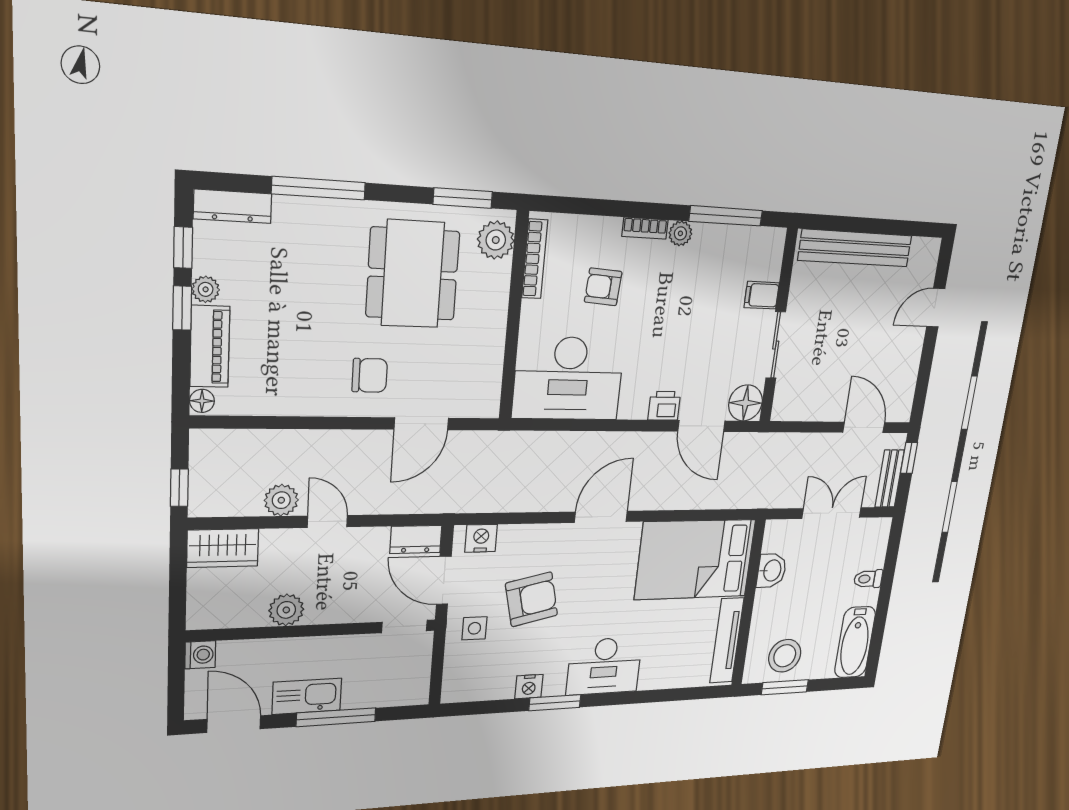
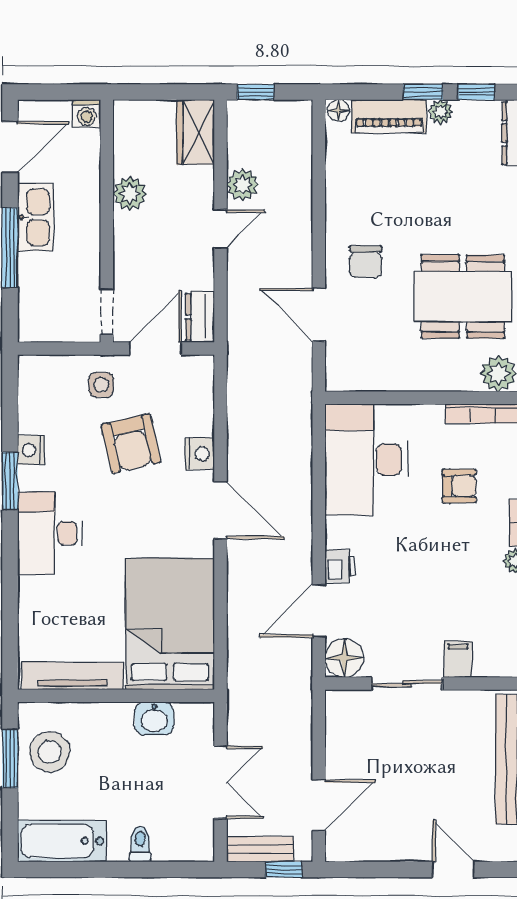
armchair: (603, 287) -> (459, 486), turned 86
nightstand: (481, 538) -> (200, 454), moved

